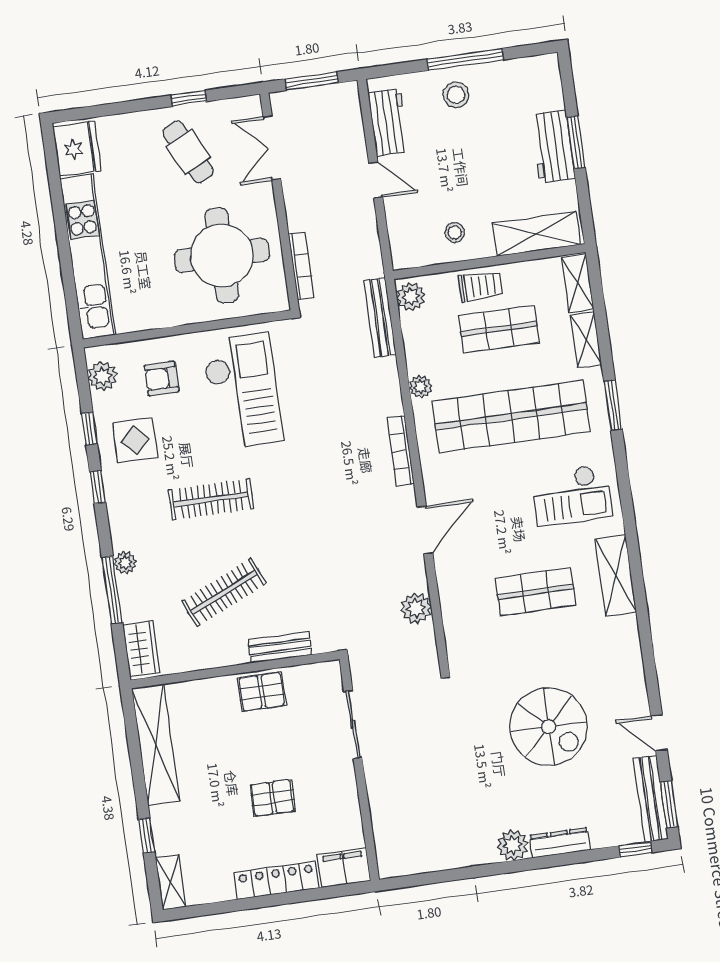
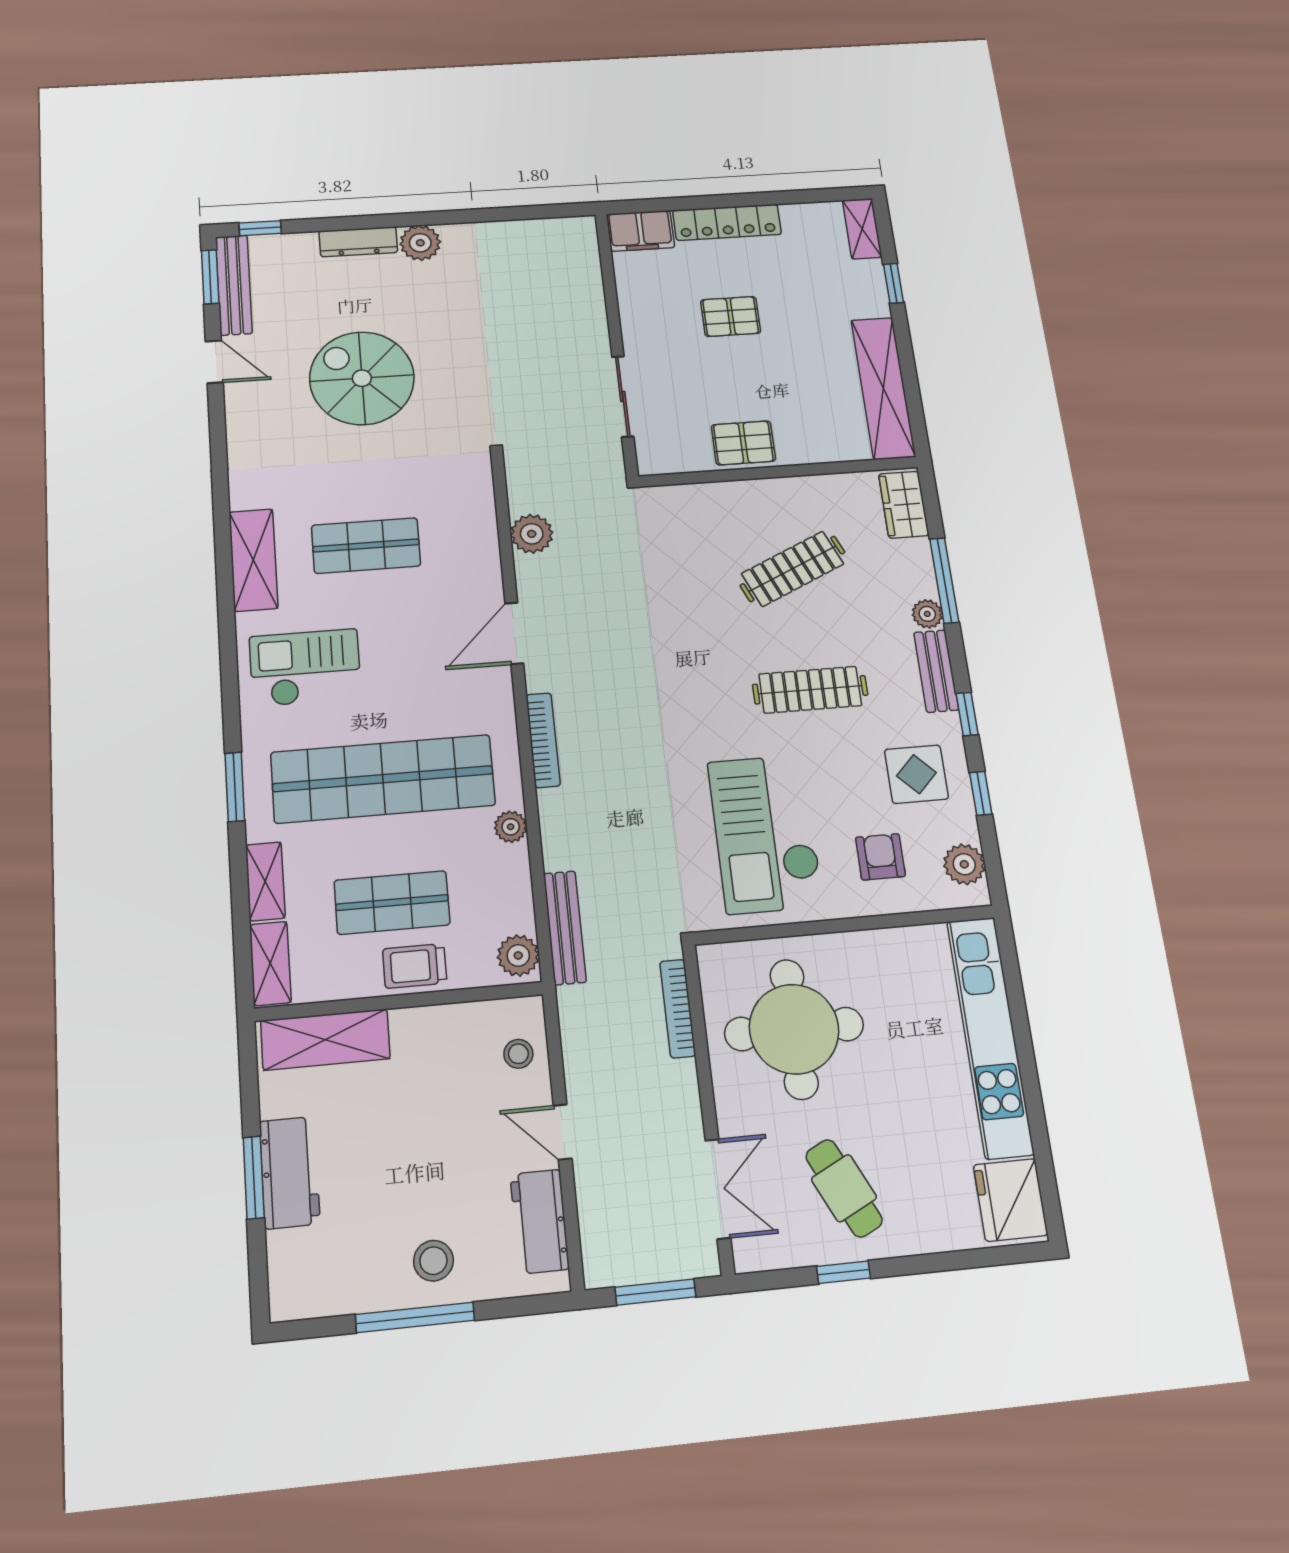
stool: (455, 232) -> (518, 1054), moved
armchair: (162, 379) -> (880, 857), turned -90
bench: (280, 647) -> (936, 671), moved, turned 90

